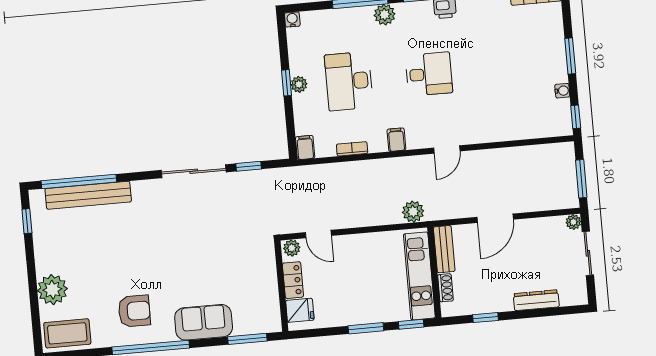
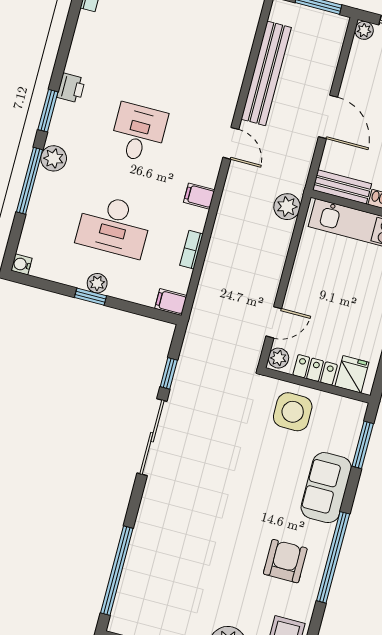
bench: (88, 195) -> (266, 73), moved
side table: (254, 274) -> (293, 412), added

